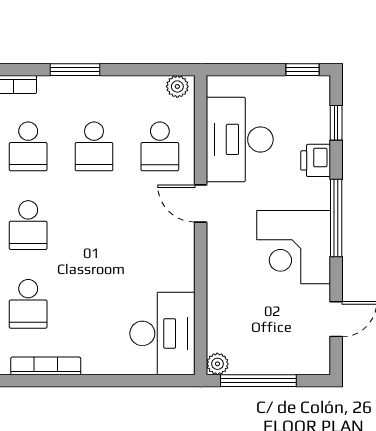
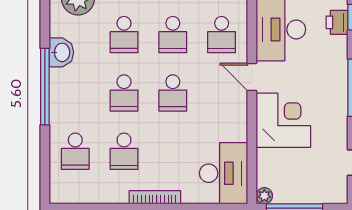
printer: (316, 160) -> (337, 22), moved
school desk: (94, 225) -> (173, 93), added
corner desk: (294, 247) -> (283, 120), moved, turned 180
bookcase: (46, 366) -> (155, 197), moved

